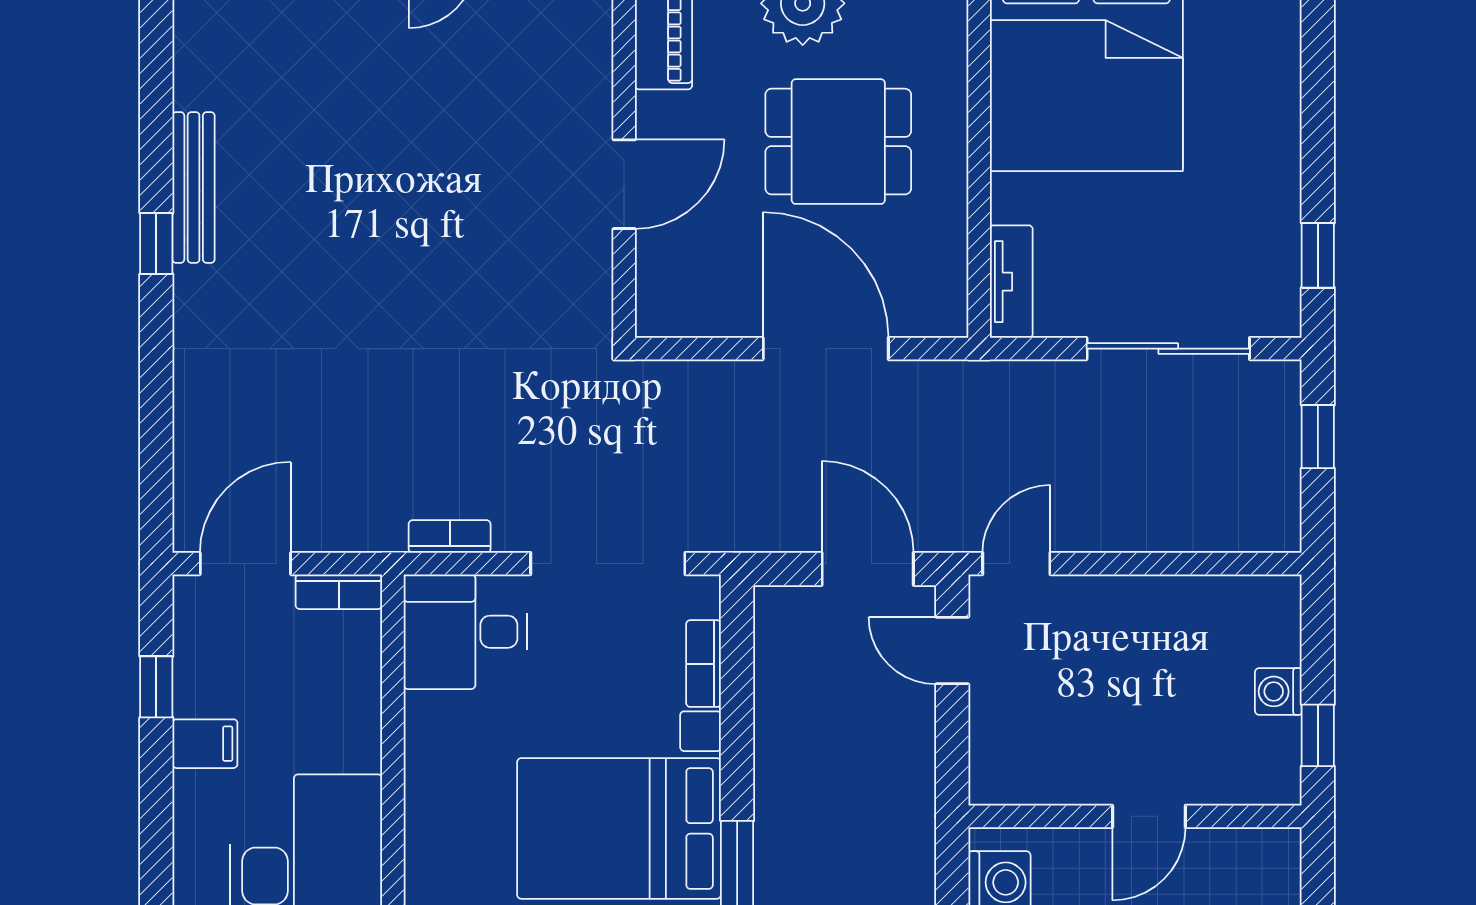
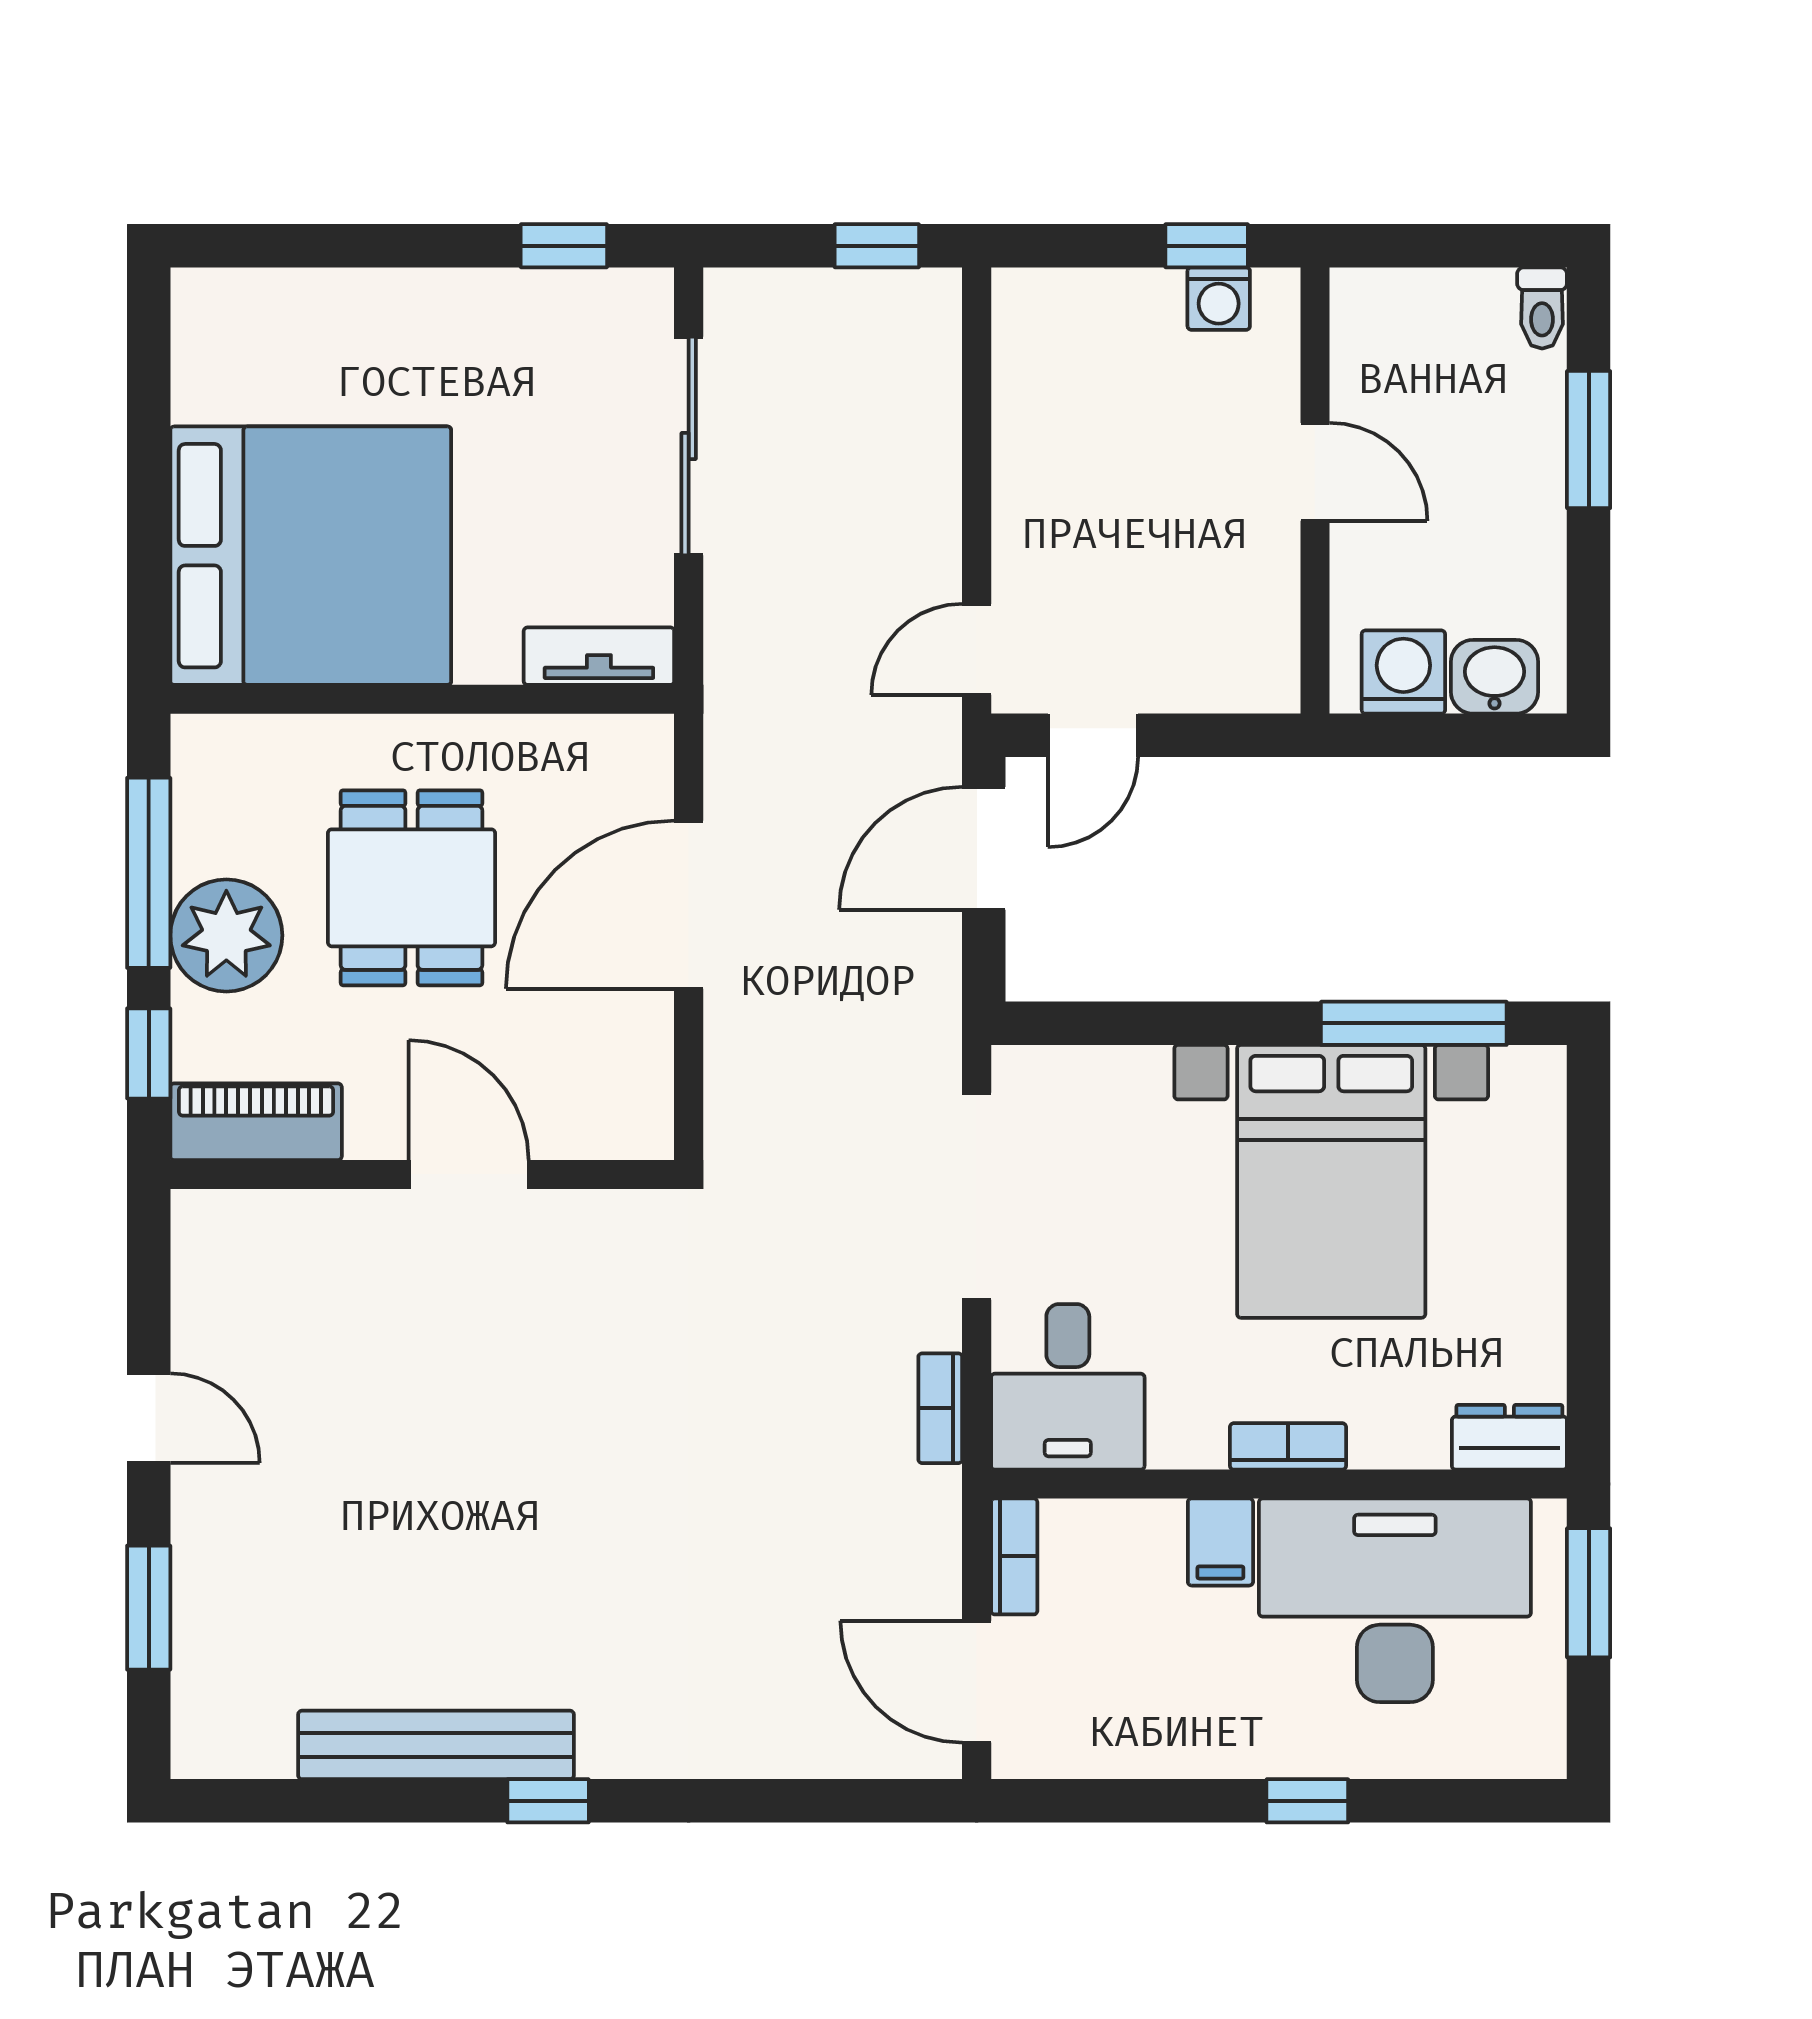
bench: (194, 187) -> (436, 1745), width x1.37, depth x1.21
window: (1318, 437) -> (877, 246), moved
door: (1016, 564) -> (977, 649), hinge flipped
bookcase: (704, 664) -> (1288, 1446), moved, turned 180
window: (156, 687) -> (1307, 1801), moved
washing machine: (1278, 691) -> (1219, 299), moved
filing cabinet: (205, 744) -> (1220, 1542), moved, turned 180

